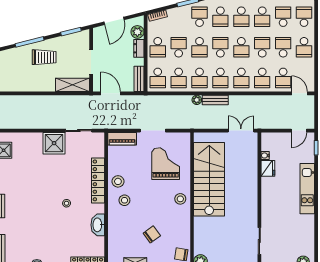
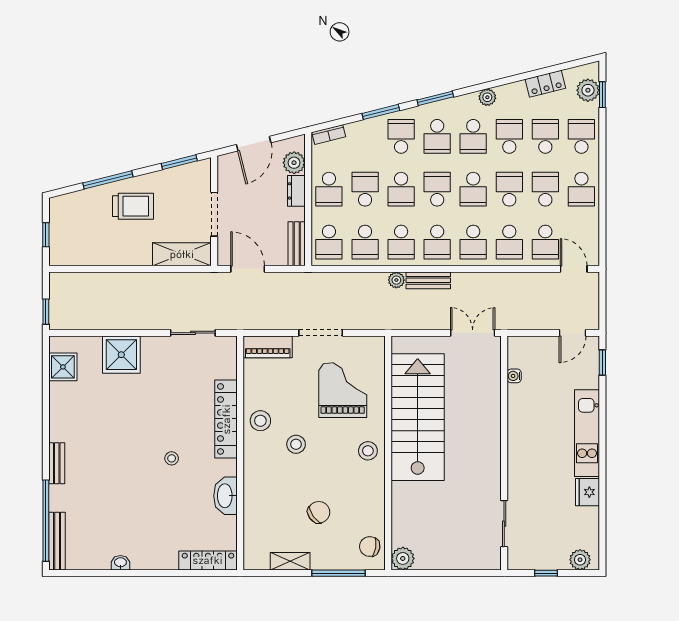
school desk: (262, 17) -> (509, 136), turned 180
shower: (54, 143) -> (121, 355), moved
fridge: (268, 168) -> (587, 492), moved, turned 180
stool: (124, 200) -> (296, 444), moved

